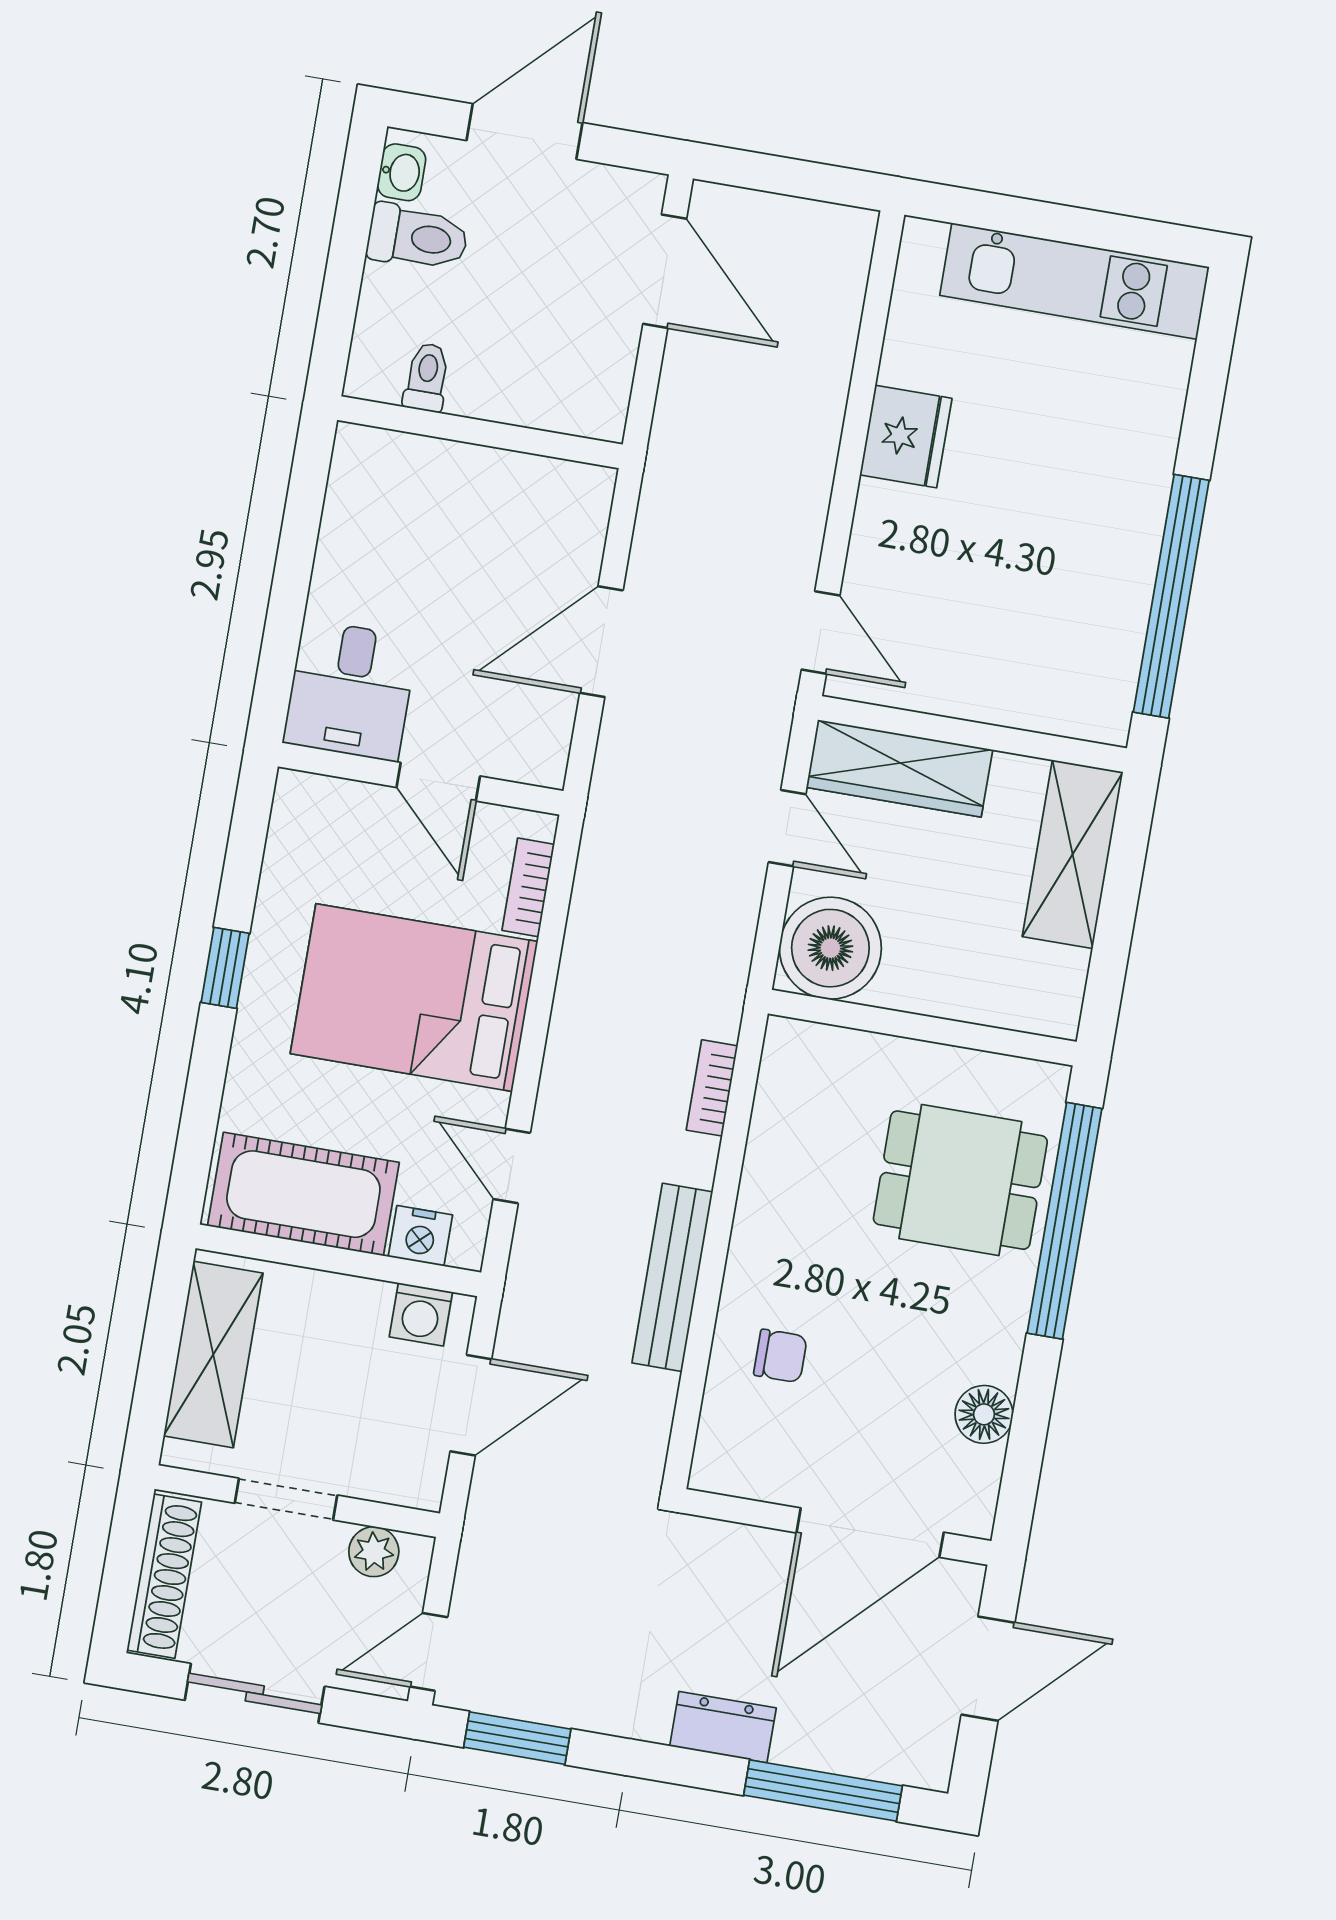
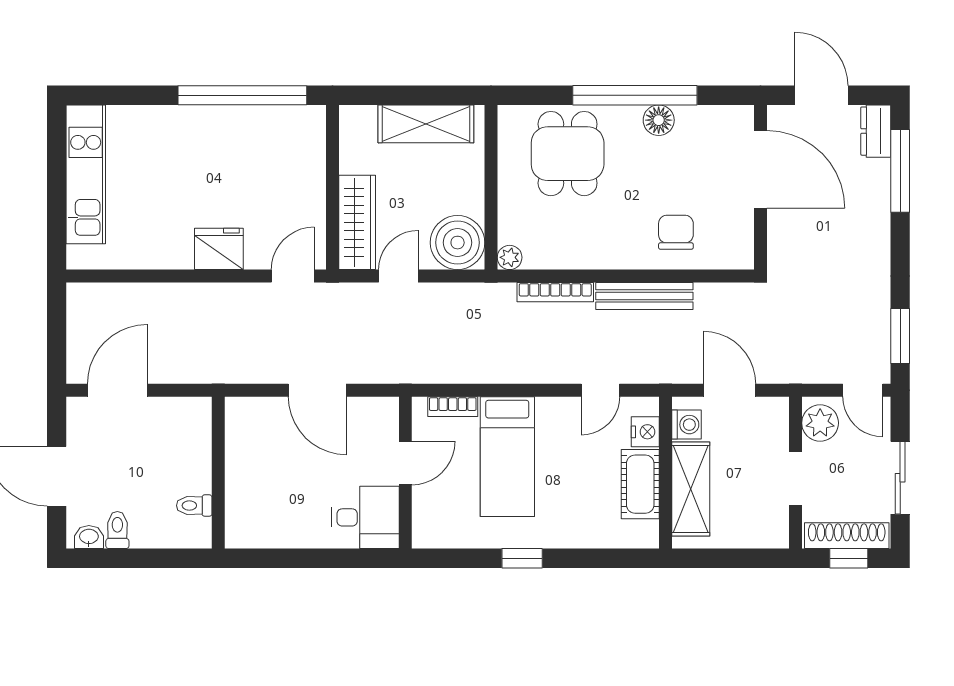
toilet: (418, 237) -> (117, 530), width x0.73, depth x0.72
fridge: (906, 437) -> (219, 249), moved
shelving: (1073, 854) -> (426, 124), moved
bed: (414, 998) -> (507, 457), width x0.67
plant: (786, 1040) -> (510, 257), added
bookcase: (712, 1088) -> (555, 292), width x1.56
cot: (303, 1194) -> (640, 484), width x0.73, depth x0.75
window: (1065, 1221) -> (635, 95), moved
shelving: (213, 1354) -> (691, 489), moved, turned 90
chair: (780, 1356) -> (676, 232), width x1.37, depth x1.37
floor lamp: (984, 1414) -> (659, 120), moved
plant: (374, 1552) -> (820, 423), width x1.38, depth x1.38
window: (122, 1573) -> (849, 558), added
dresser: (723, 1727) -> (876, 131), moved

